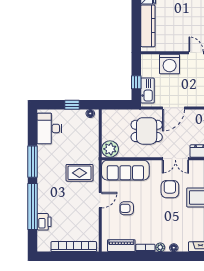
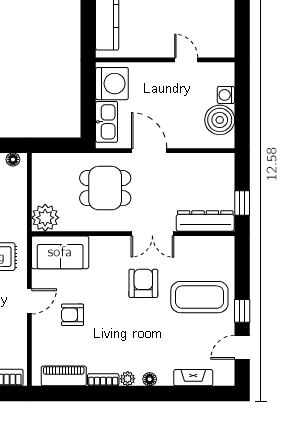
washing machine: (170, 64) -> (112, 84), moved, turned -90
window: (136, 82) -> (88, 108), removed
door: (174, 108) -> (149, 151), swing flipped
sofa: (125, 170) -> (60, 252), width x0.73

